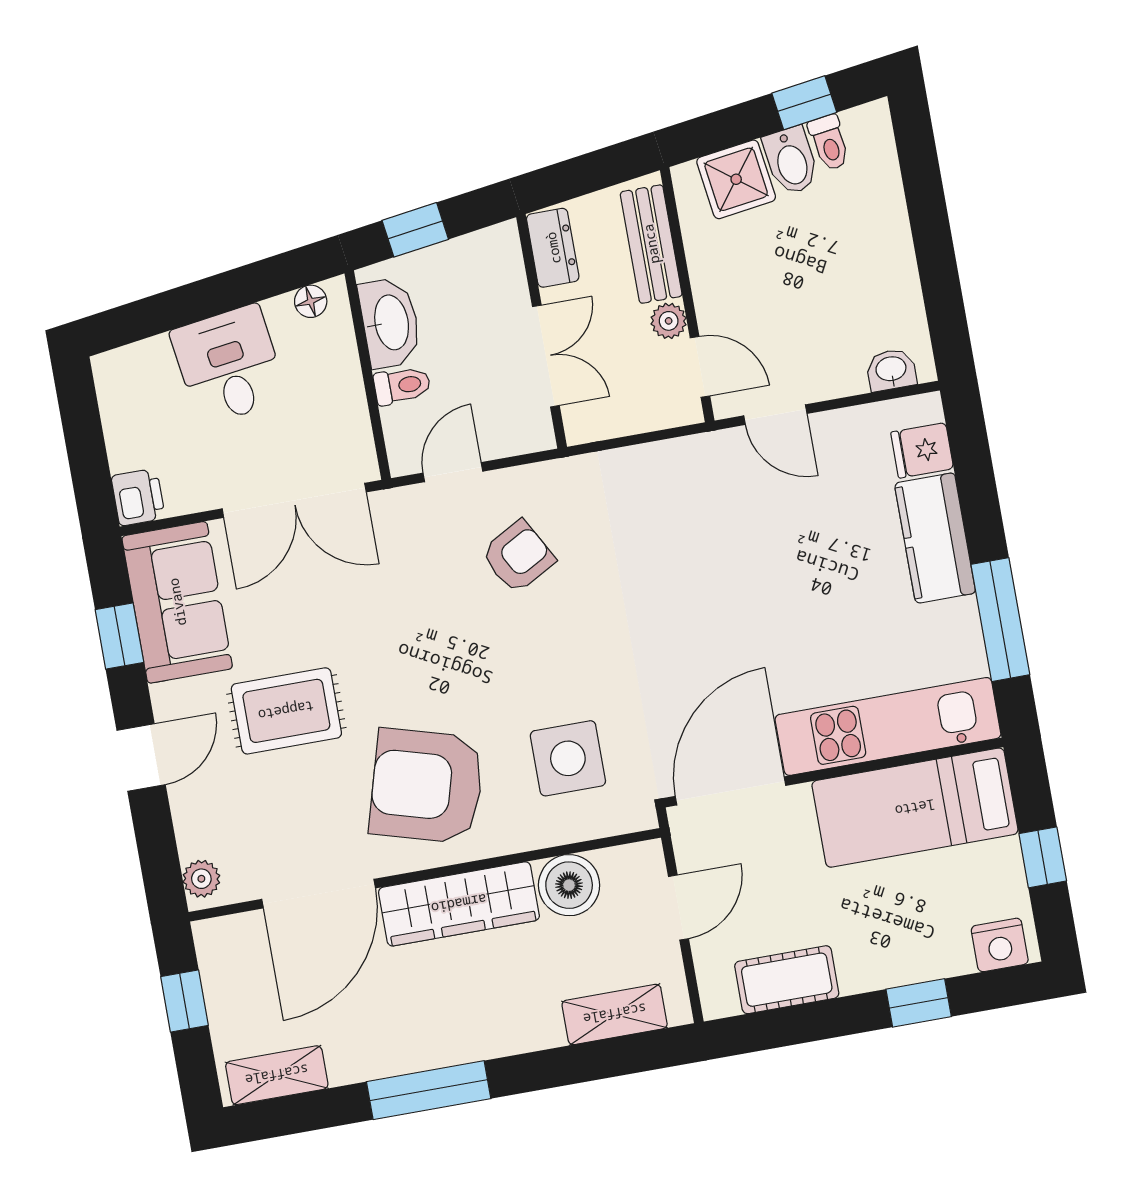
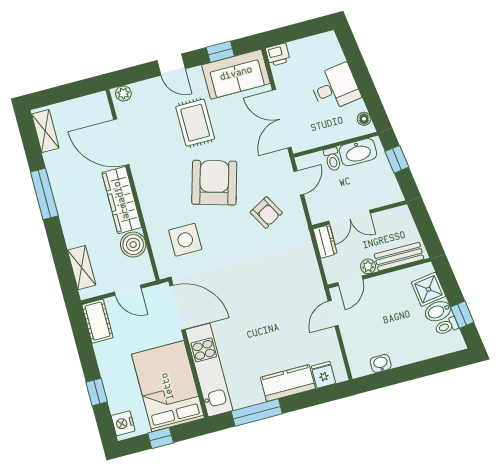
dresser: (553, 248) -> (325, 241), moved, turned -90
washbasin: (891, 370) -> (381, 363), moved, turned -90
door: (453, 472) -> (299, 183), hinge flipped
armchair: (427, 786) -> (214, 183), moved
bed: (915, 808) -> (168, 386), width x1.50
cot: (787, 980) -> (98, 321), moved
window: (184, 1001) -> (73, 91), removed

